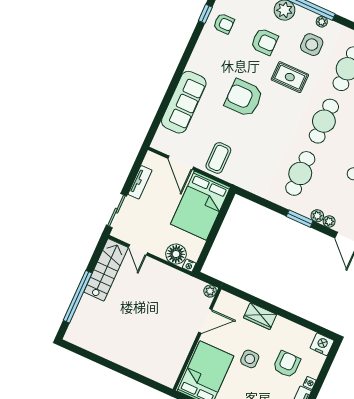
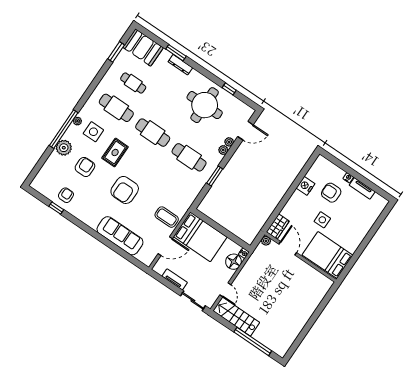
window: (300, 219) -> (215, 176), moved
door: (138, 250) -> (225, 290), hinge flipped
wardrobe: (260, 316) -> (278, 226), moved
nightstand: (322, 344) -> (306, 186), moved

